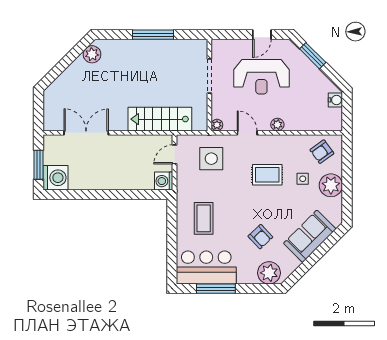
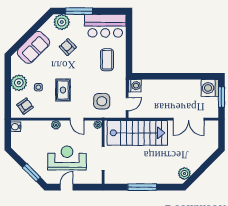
water cooler: (335, 100) -> (16, 127), moved
stairs: (160, 119) -> (137, 133), width x1.36, depth x1.51
rug: (267, 175) -> (63, 90), turned 90
window: (216, 289) -> (79, 11), moved

